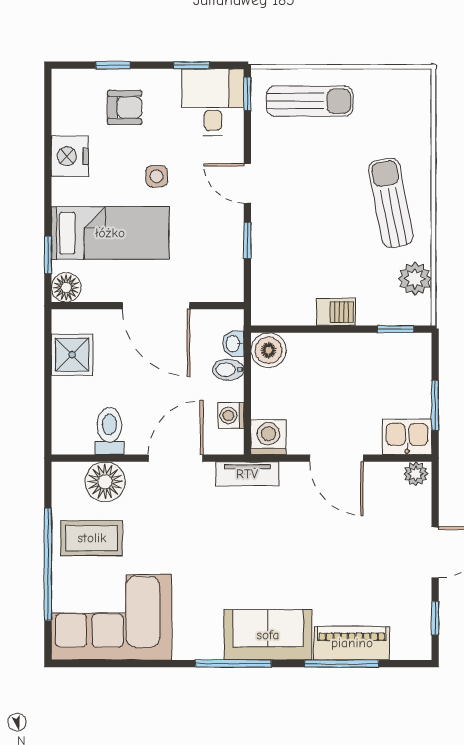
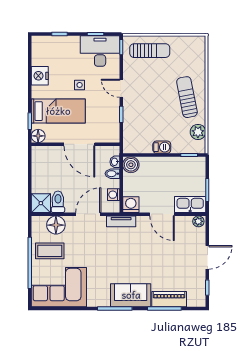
desk: (213, 102) -> (100, 51), width x1.37
armchair: (125, 107) -> (65, 53), removed
shower: (72, 355) -> (41, 203), moved
kitchen sink: (407, 437) -> (190, 204), width x1.38

